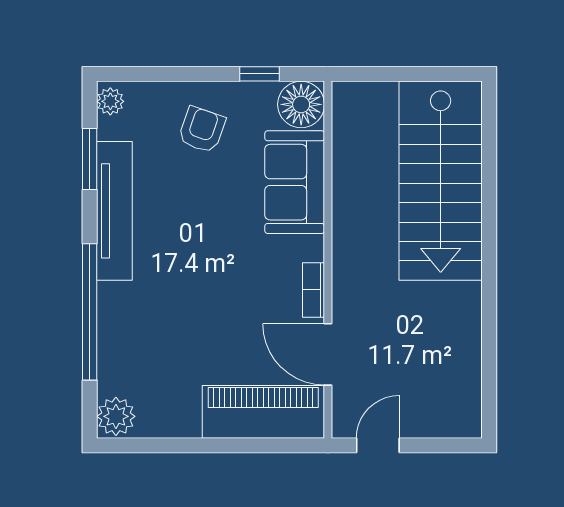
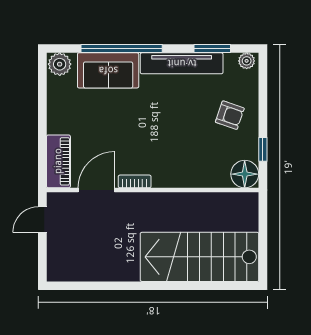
sofa: (295, 182) -> (108, 70), moved, turned 180
piano: (263, 412) -> (58, 161), width x0.73, depth x0.75
door: (378, 445) -> (42, 220), swing flipped

